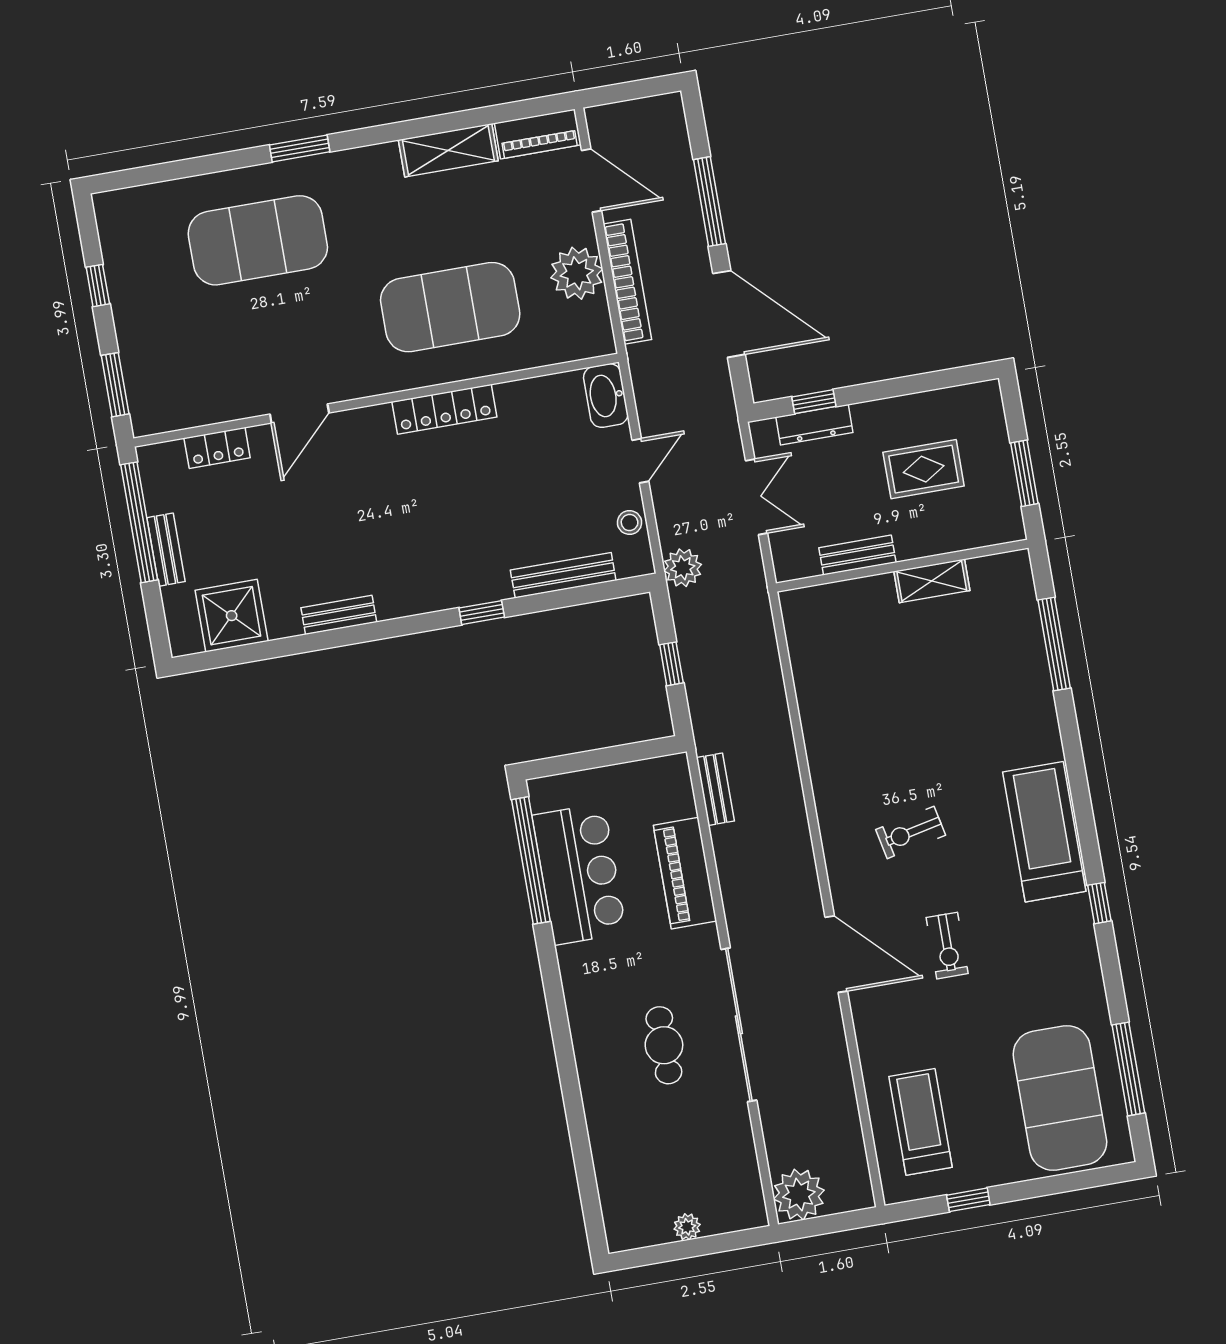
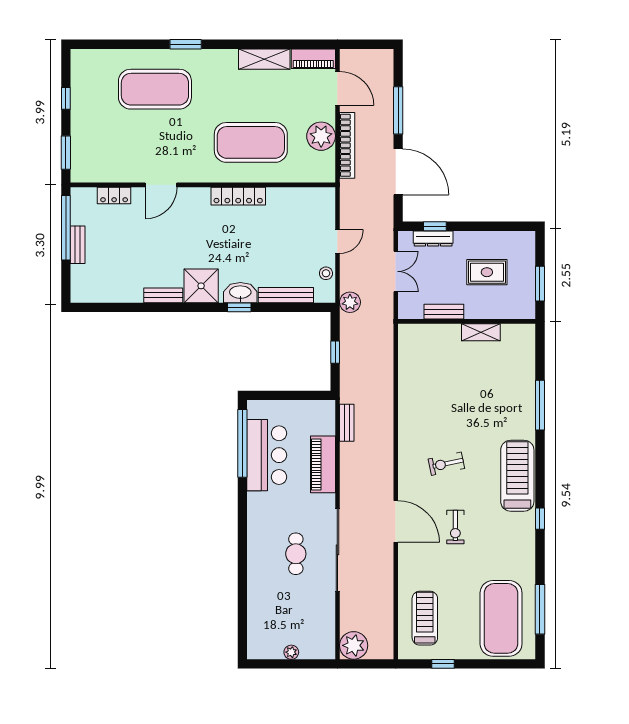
washbasin: (606, 396) -> (240, 293), moved, turned 90
shower: (232, 616) -> (201, 286), moved
window: (1054, 644) -> (540, 405), moved

